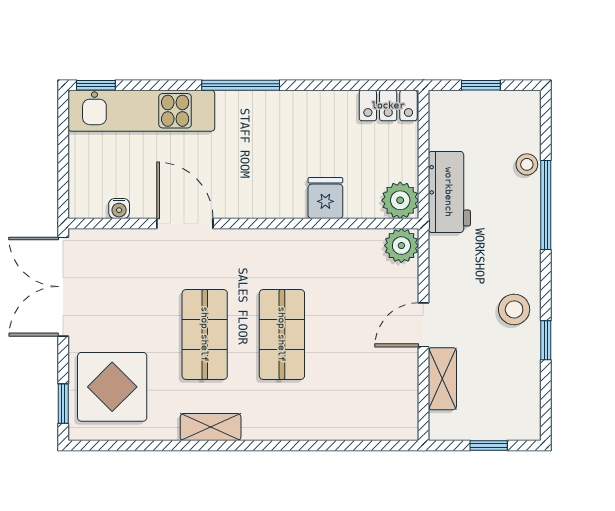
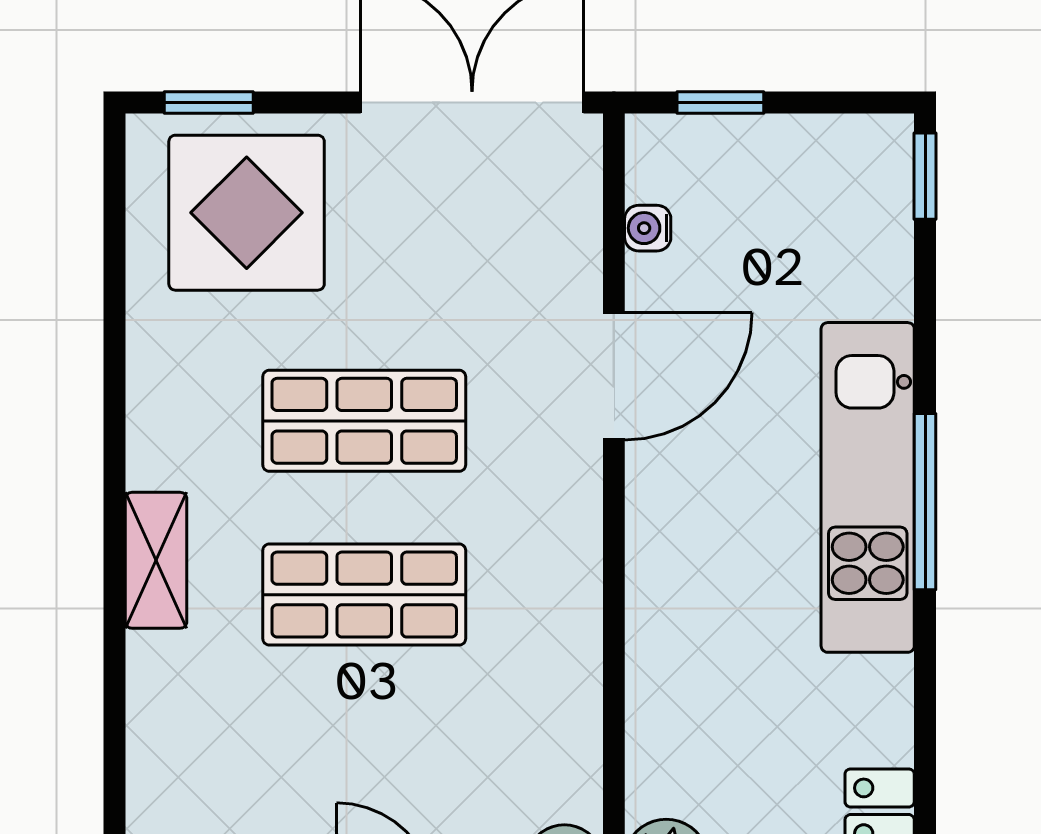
kitchen unit: (141, 111) -> (868, 487), moved
window: (63, 176) -> (720, 102), added
fridge: (325, 198) -> (671, 692), removed
shelving: (211, 427) -> (156, 560), moved

